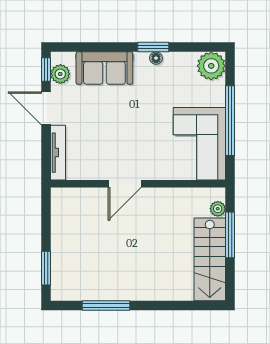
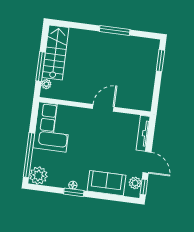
window: (230, 121) -> (29, 155), moved
window: (106, 306) -> (115, 30), moved

